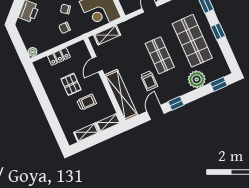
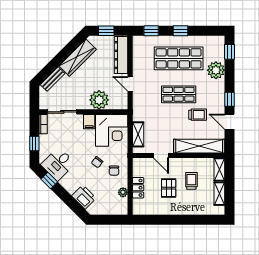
plant: (33, 52) -> (123, 192), moved
pallet: (71, 84) -> (169, 188), turned 90

